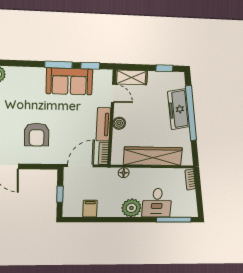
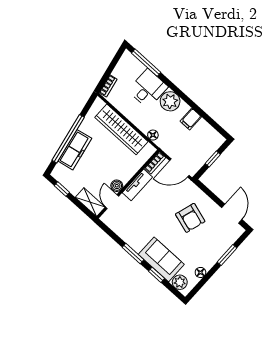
window: (90, 66) -> (156, 275), moved
sofa: (69, 81) -> (161, 259), moved
boiler: (119, 123) -> (117, 186), moved
armchair: (37, 135) -> (190, 218), turned 107
filing cabinet: (90, 209) -> (191, 119), moved

